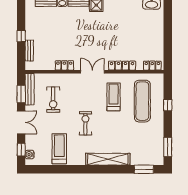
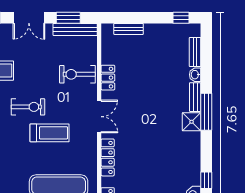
window: (21, 36) -> (181, 18), moved
treadmill: (114, 97) -> (50, 133), moved
exercise bike: (53, 100) -> (77, 74), moved

